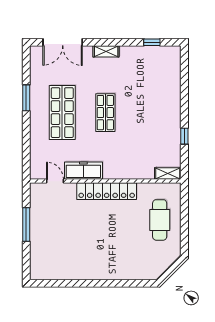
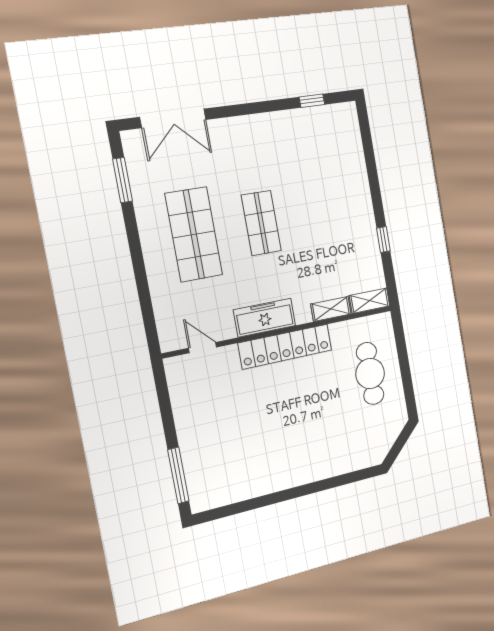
shelving: (106, 51) -> (331, 309), moved
window: (26, 98) -> (123, 180), moved
freezer: (83, 171) -> (265, 318), moved
window: (26, 224) -> (178, 475), moved

